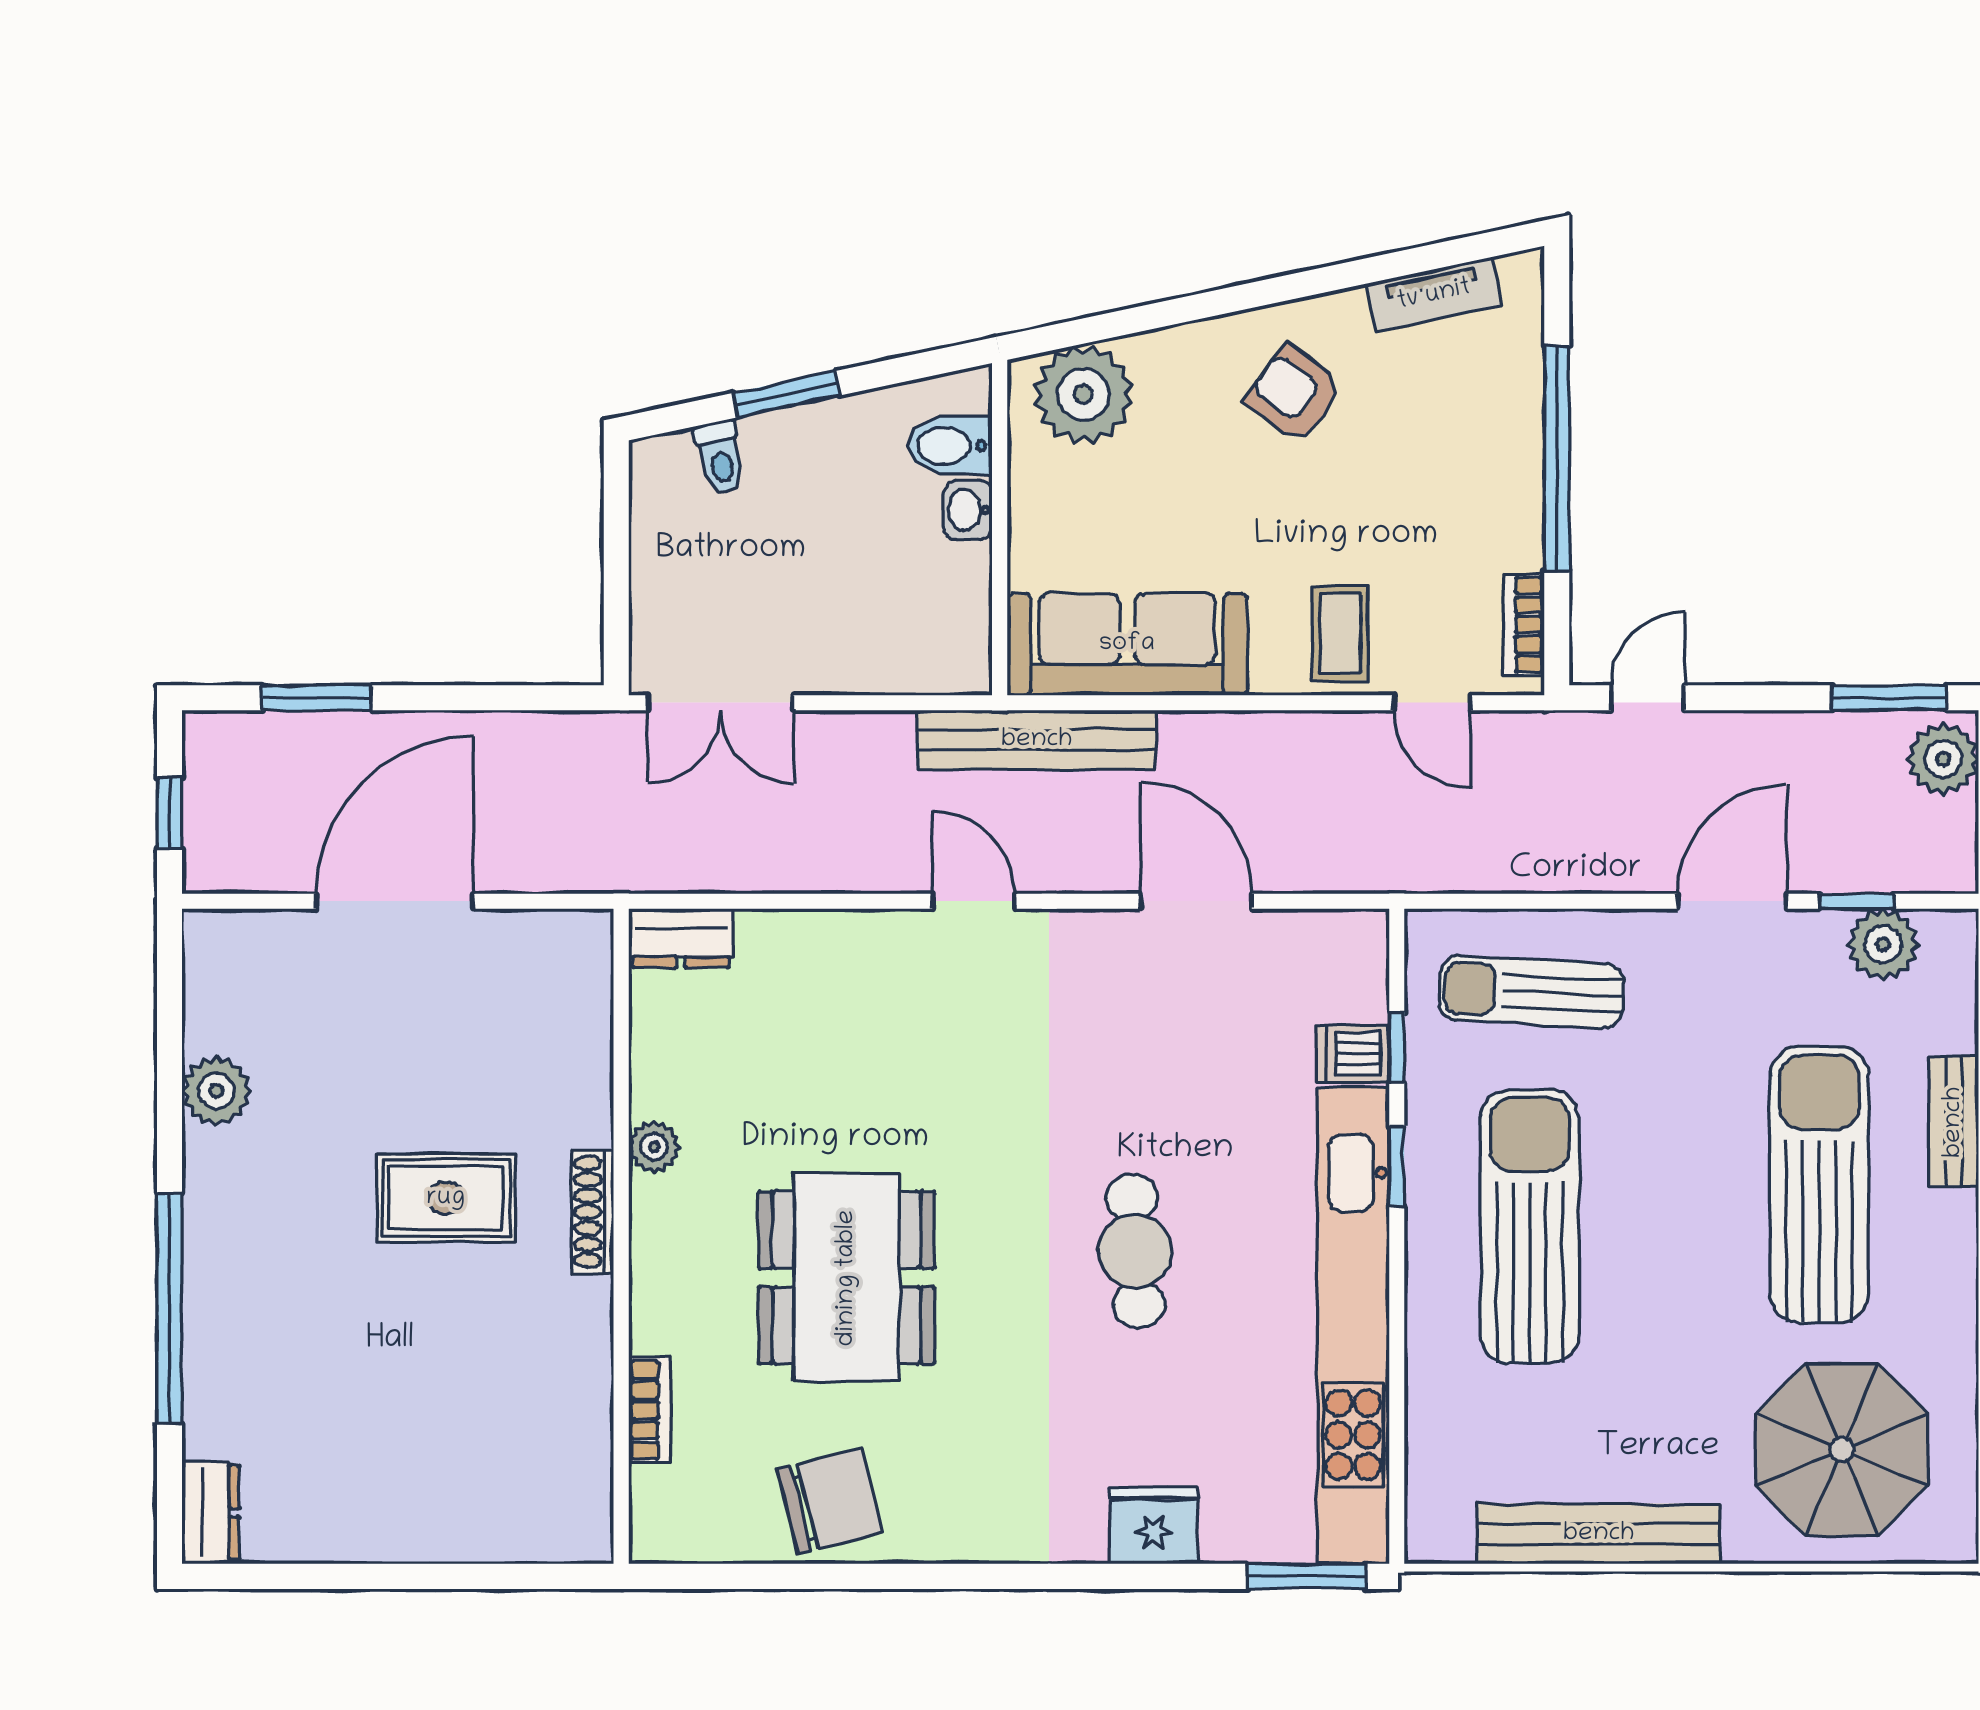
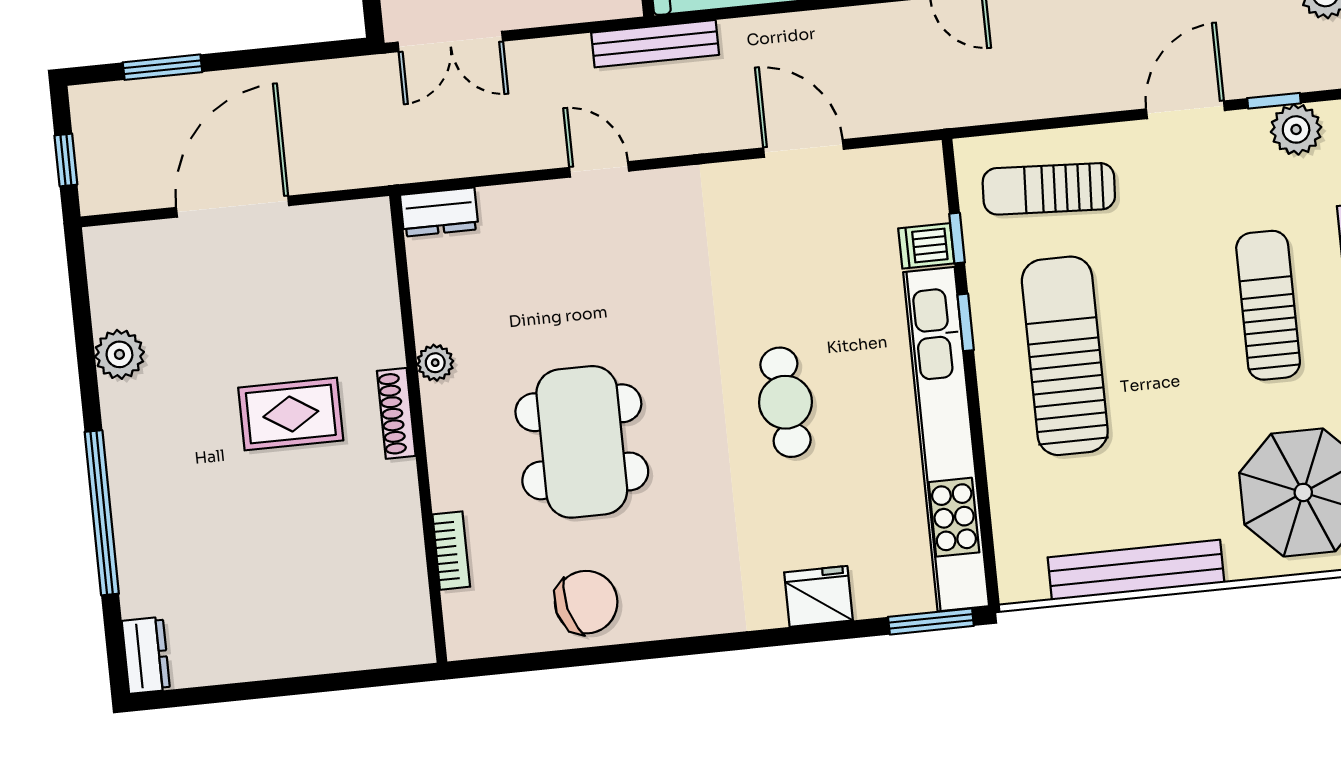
bench: (1037, 740) -> (655, 44), width x0.73, depth x0.82
door: (973, 901) -> (599, 169), moved
sun lounger: (1819, 1185) -> (1268, 305), width x0.73, depth x0.75

